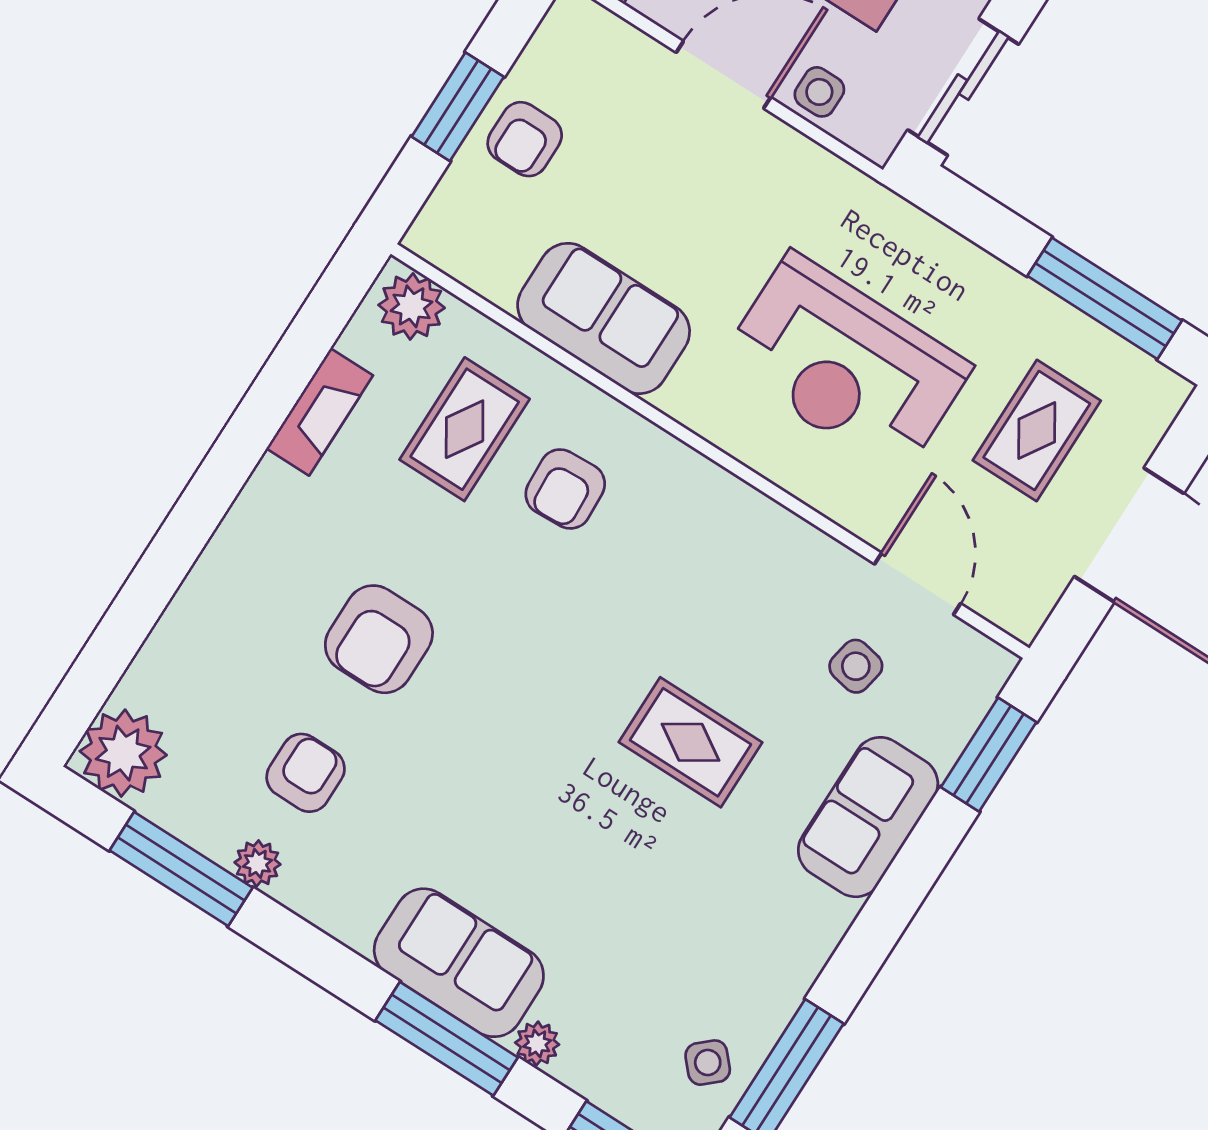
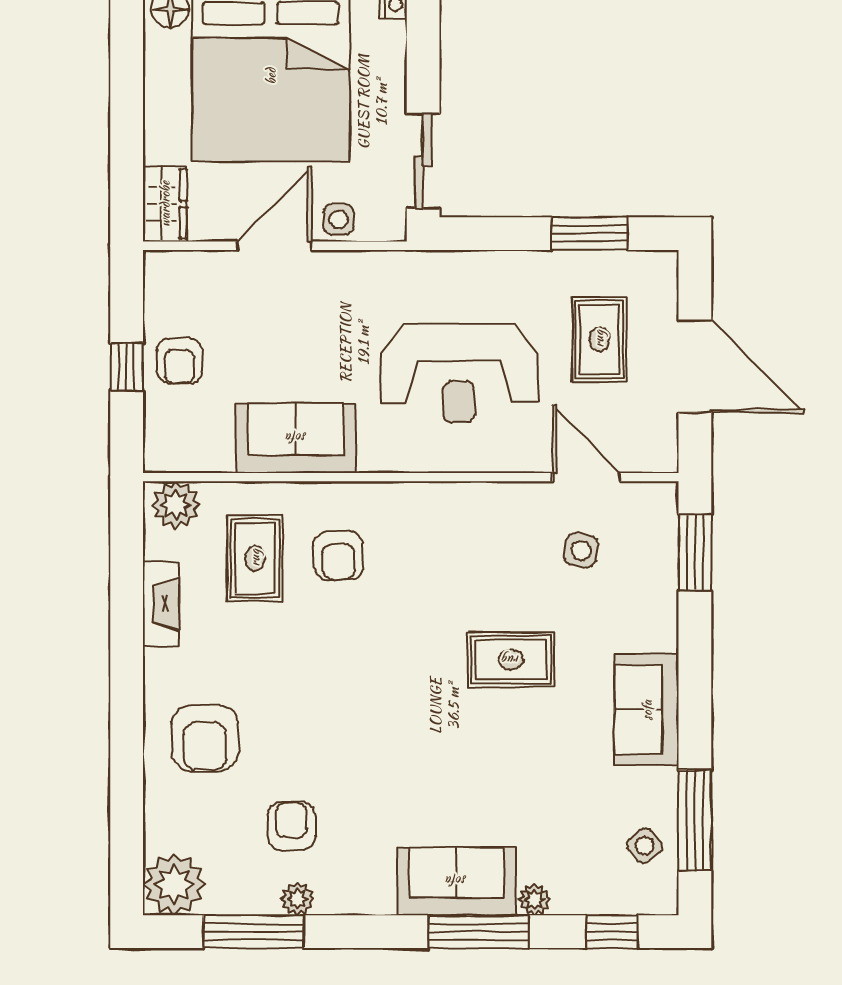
window: (458, 107) -> (127, 367), width x0.67
window: (1105, 298) -> (589, 234), width x0.69
armchair: (379, 639) -> (205, 738), moved
sofa: (868, 817) -> (647, 710), moved

